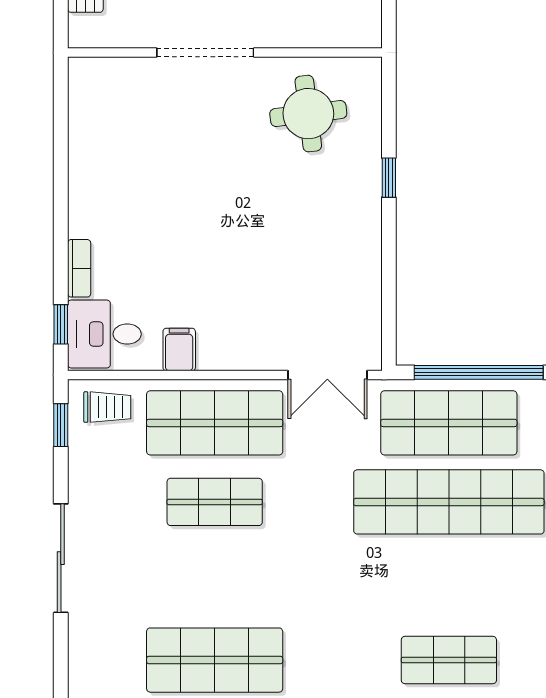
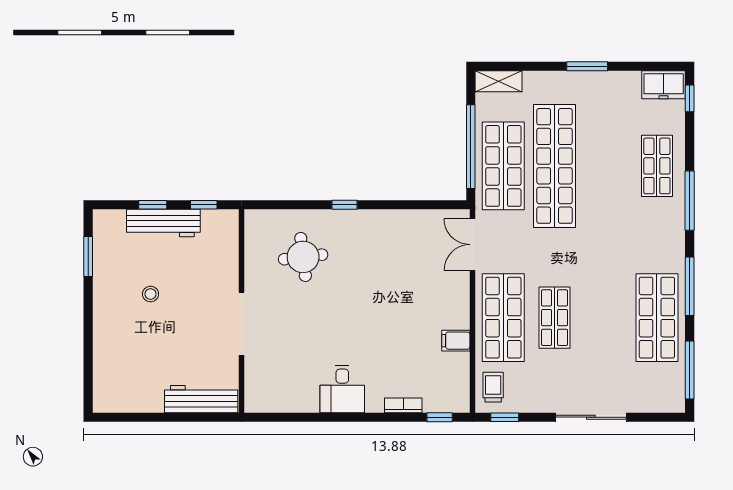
doorway: (205, 52) -> (242, 324), moved
wall: (225, 52) -> (242, 311), moved
desk: (104, 334) -> (342, 389), moved
double door: (327, 375) -> (472, 245), swing flipped

